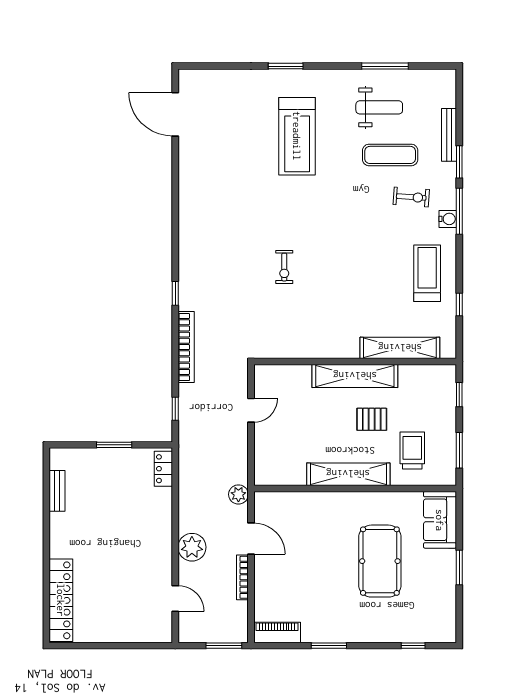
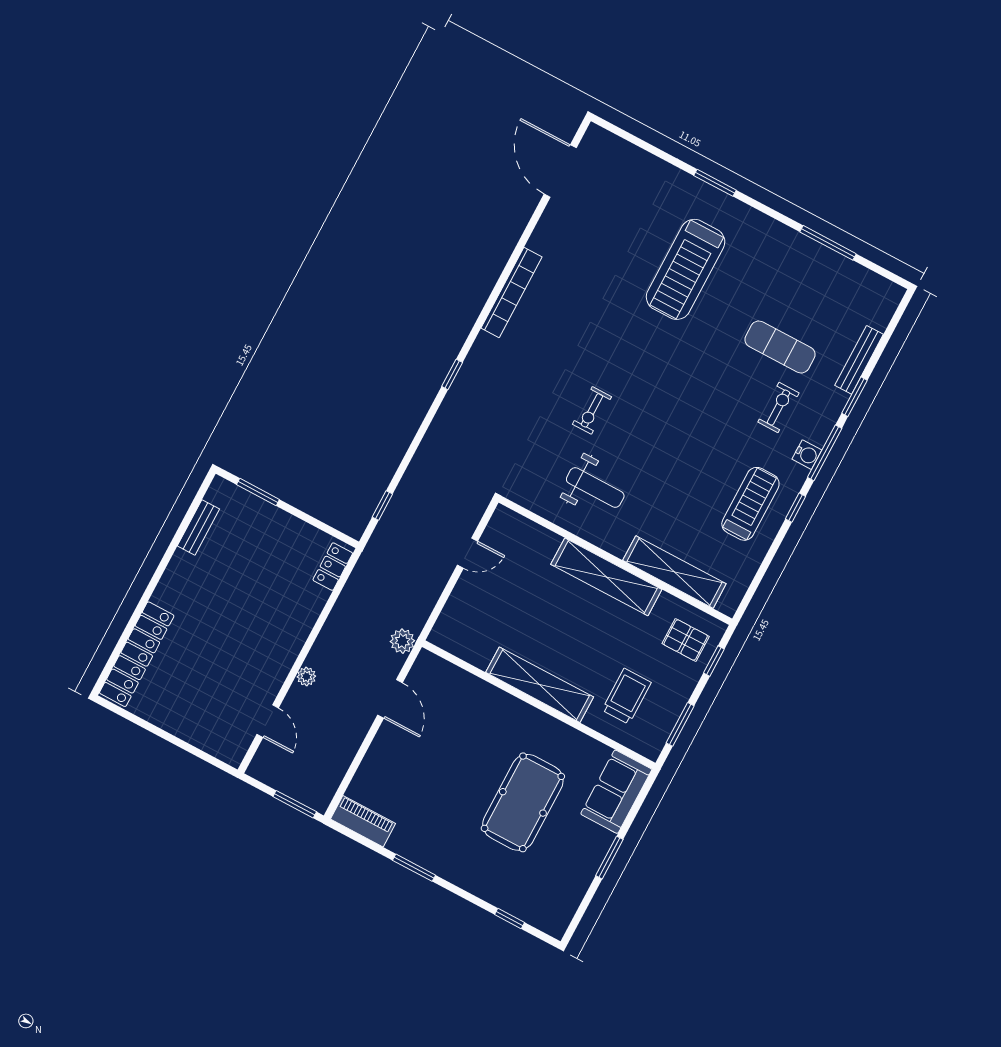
weight bench: (379, 107) -> (595, 488), moved
exercise bike: (411, 197) -> (779, 408), turned -94
window: (459, 304) -> (795, 508), moved
bookcase: (186, 347) -> (512, 292), moved
pallet: (372, 419) -> (686, 640), moved
window: (114, 445) -> (258, 492), moved
plant: (192, 547) -> (306, 677), width x0.53, depth x0.53
bookcase: (242, 577) -> (357, 738), removed

